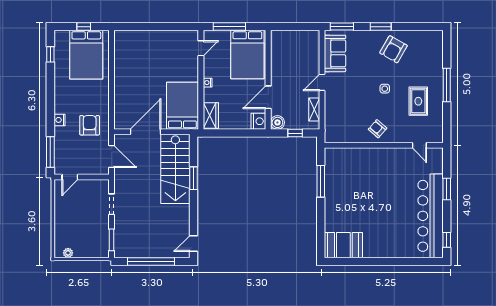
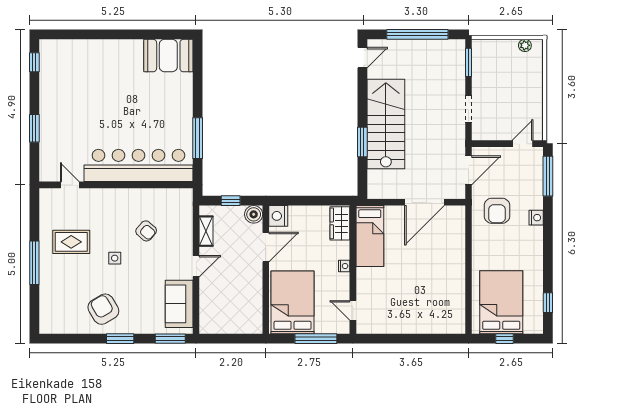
door: (201, 48) -> (353, 310), hinge flipped
armchair: (393, 49) -> (103, 309), turned -61
rug: (418, 101) -> (71, 242), turned 90
bed: (182, 106) -> (370, 236), width x0.67
armchair: (378, 129) -> (146, 231), moved
door: (112, 156) -> (469, 170), swing flipped
stairs: (175, 169) -> (386, 124), moved
bar counter: (431, 216) -> (138, 165), moved, turned -90

